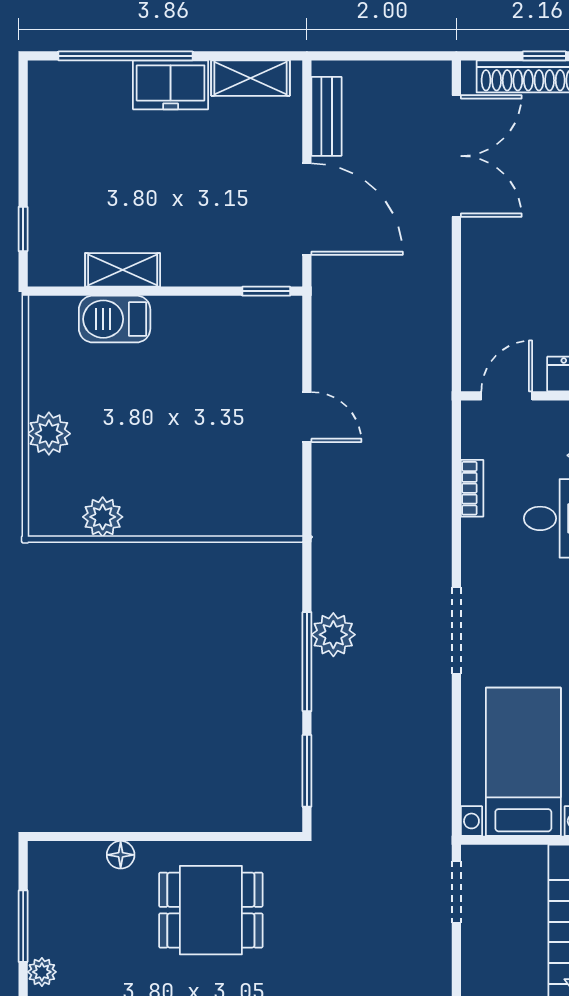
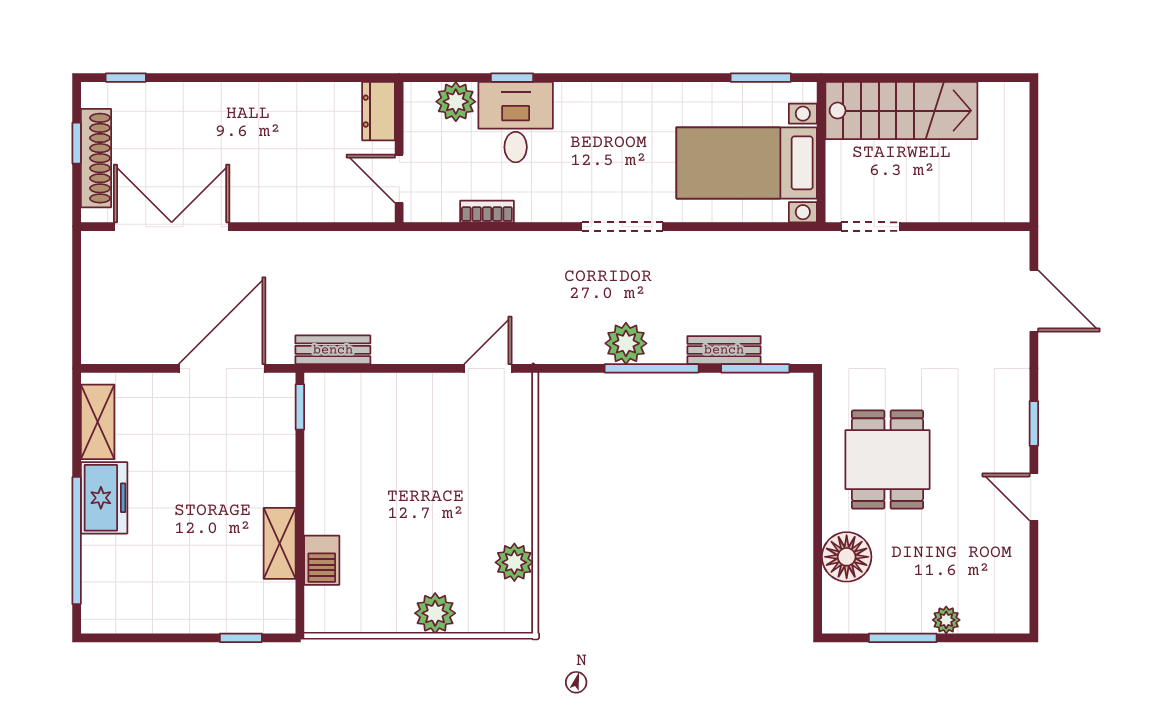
bench: (327, 116) -> (333, 350), moved
barbecue: (115, 319) -> (322, 560), width x0.73, depth x0.79
door: (307, 417) -> (488, 368), moved
bench: (326, 738) -> (724, 350), added
floor lamp: (121, 855) -> (847, 557), width x1.89, depth x1.89

